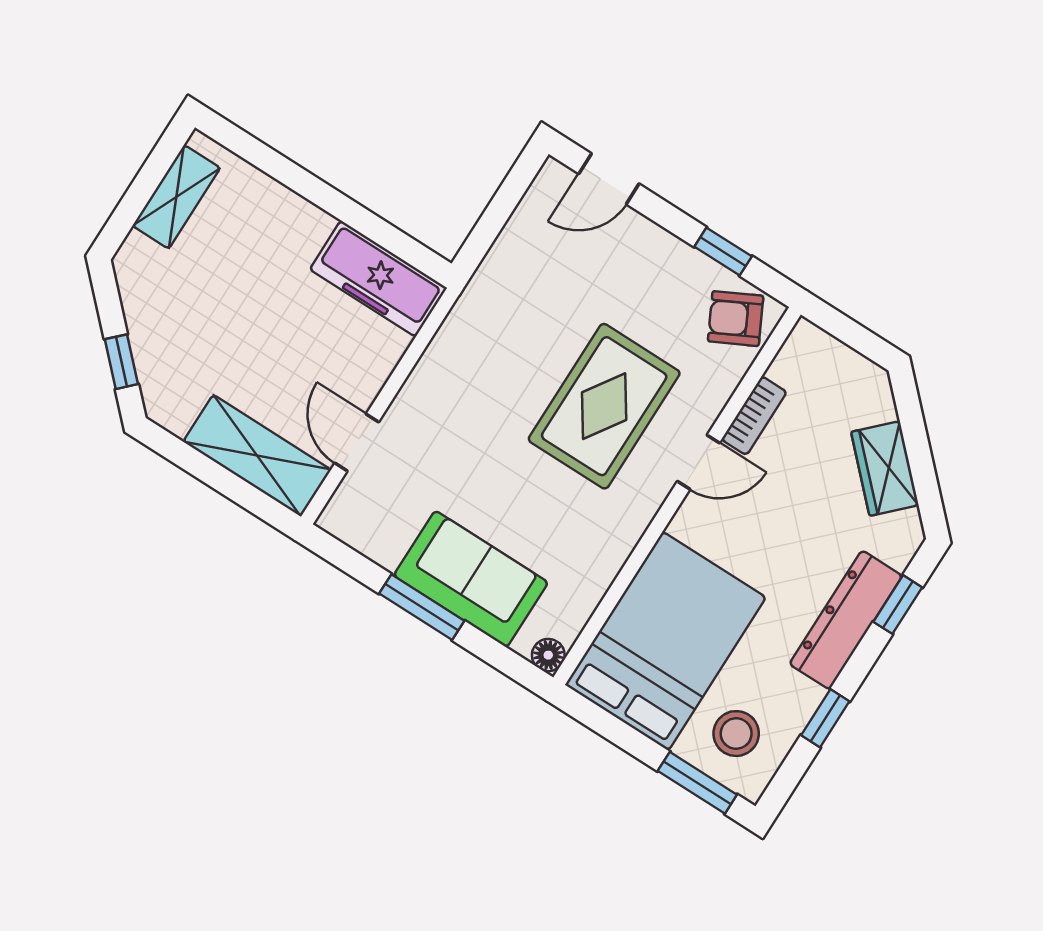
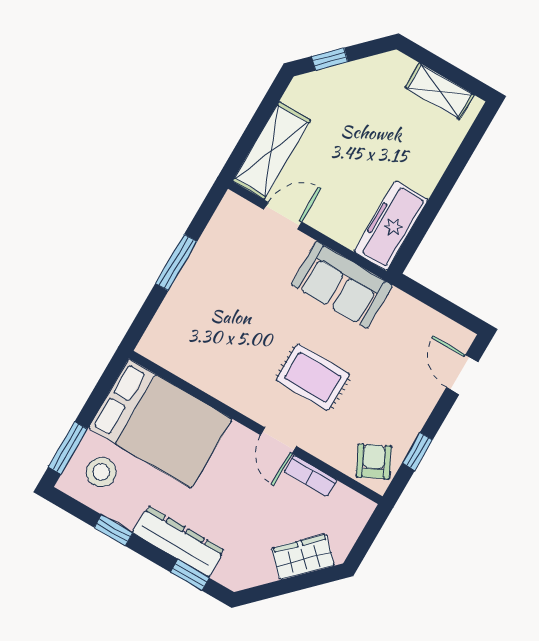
rug: (604, 406) -> (313, 377), width x0.73, depth x0.70
wardrobe: (885, 468) -> (303, 557), moved
sofa: (471, 579) -> (342, 285), moved, turned 90
floor lamp: (548, 655) -> (148, 347), removed

